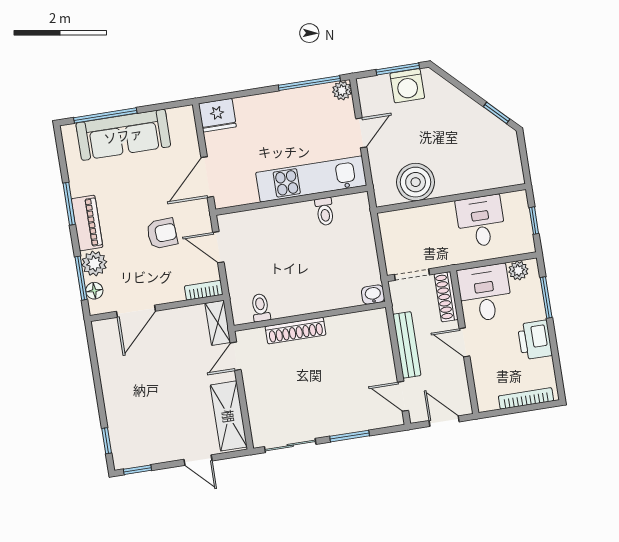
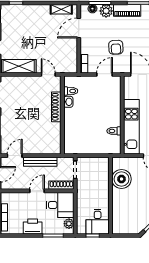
desk: (481, 221) -> (98, 222), moved, turned 90
washbasin: (373, 295) -> (68, 102), moved
door: (136, 311) -> (79, 28), hinge flipped
shelving: (218, 323) -> (61, 9), moved

